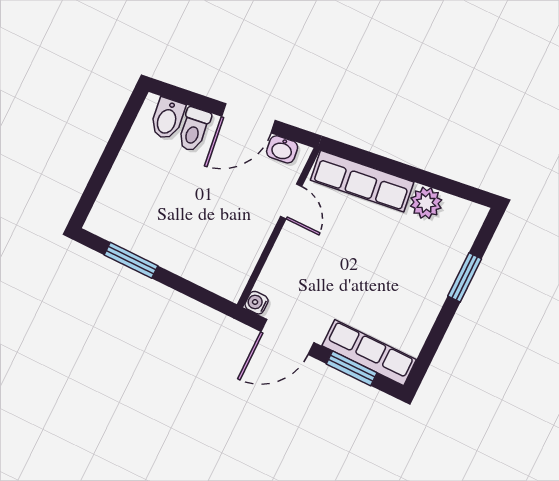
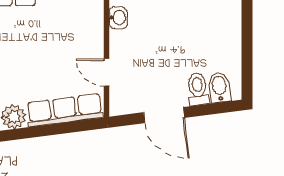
door: (248, 118) -> (164, 115), swing flipped
washbasin: (282, 149) -> (118, 18), moved, turned 97

